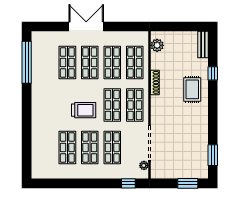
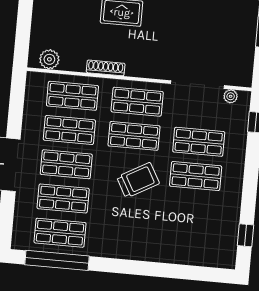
trolley: (84, 110) -> (138, 180), turned 61
shop shelf: (67, 147) -> (60, 233), moved
window: (54, 183) -> (245, 235), added

